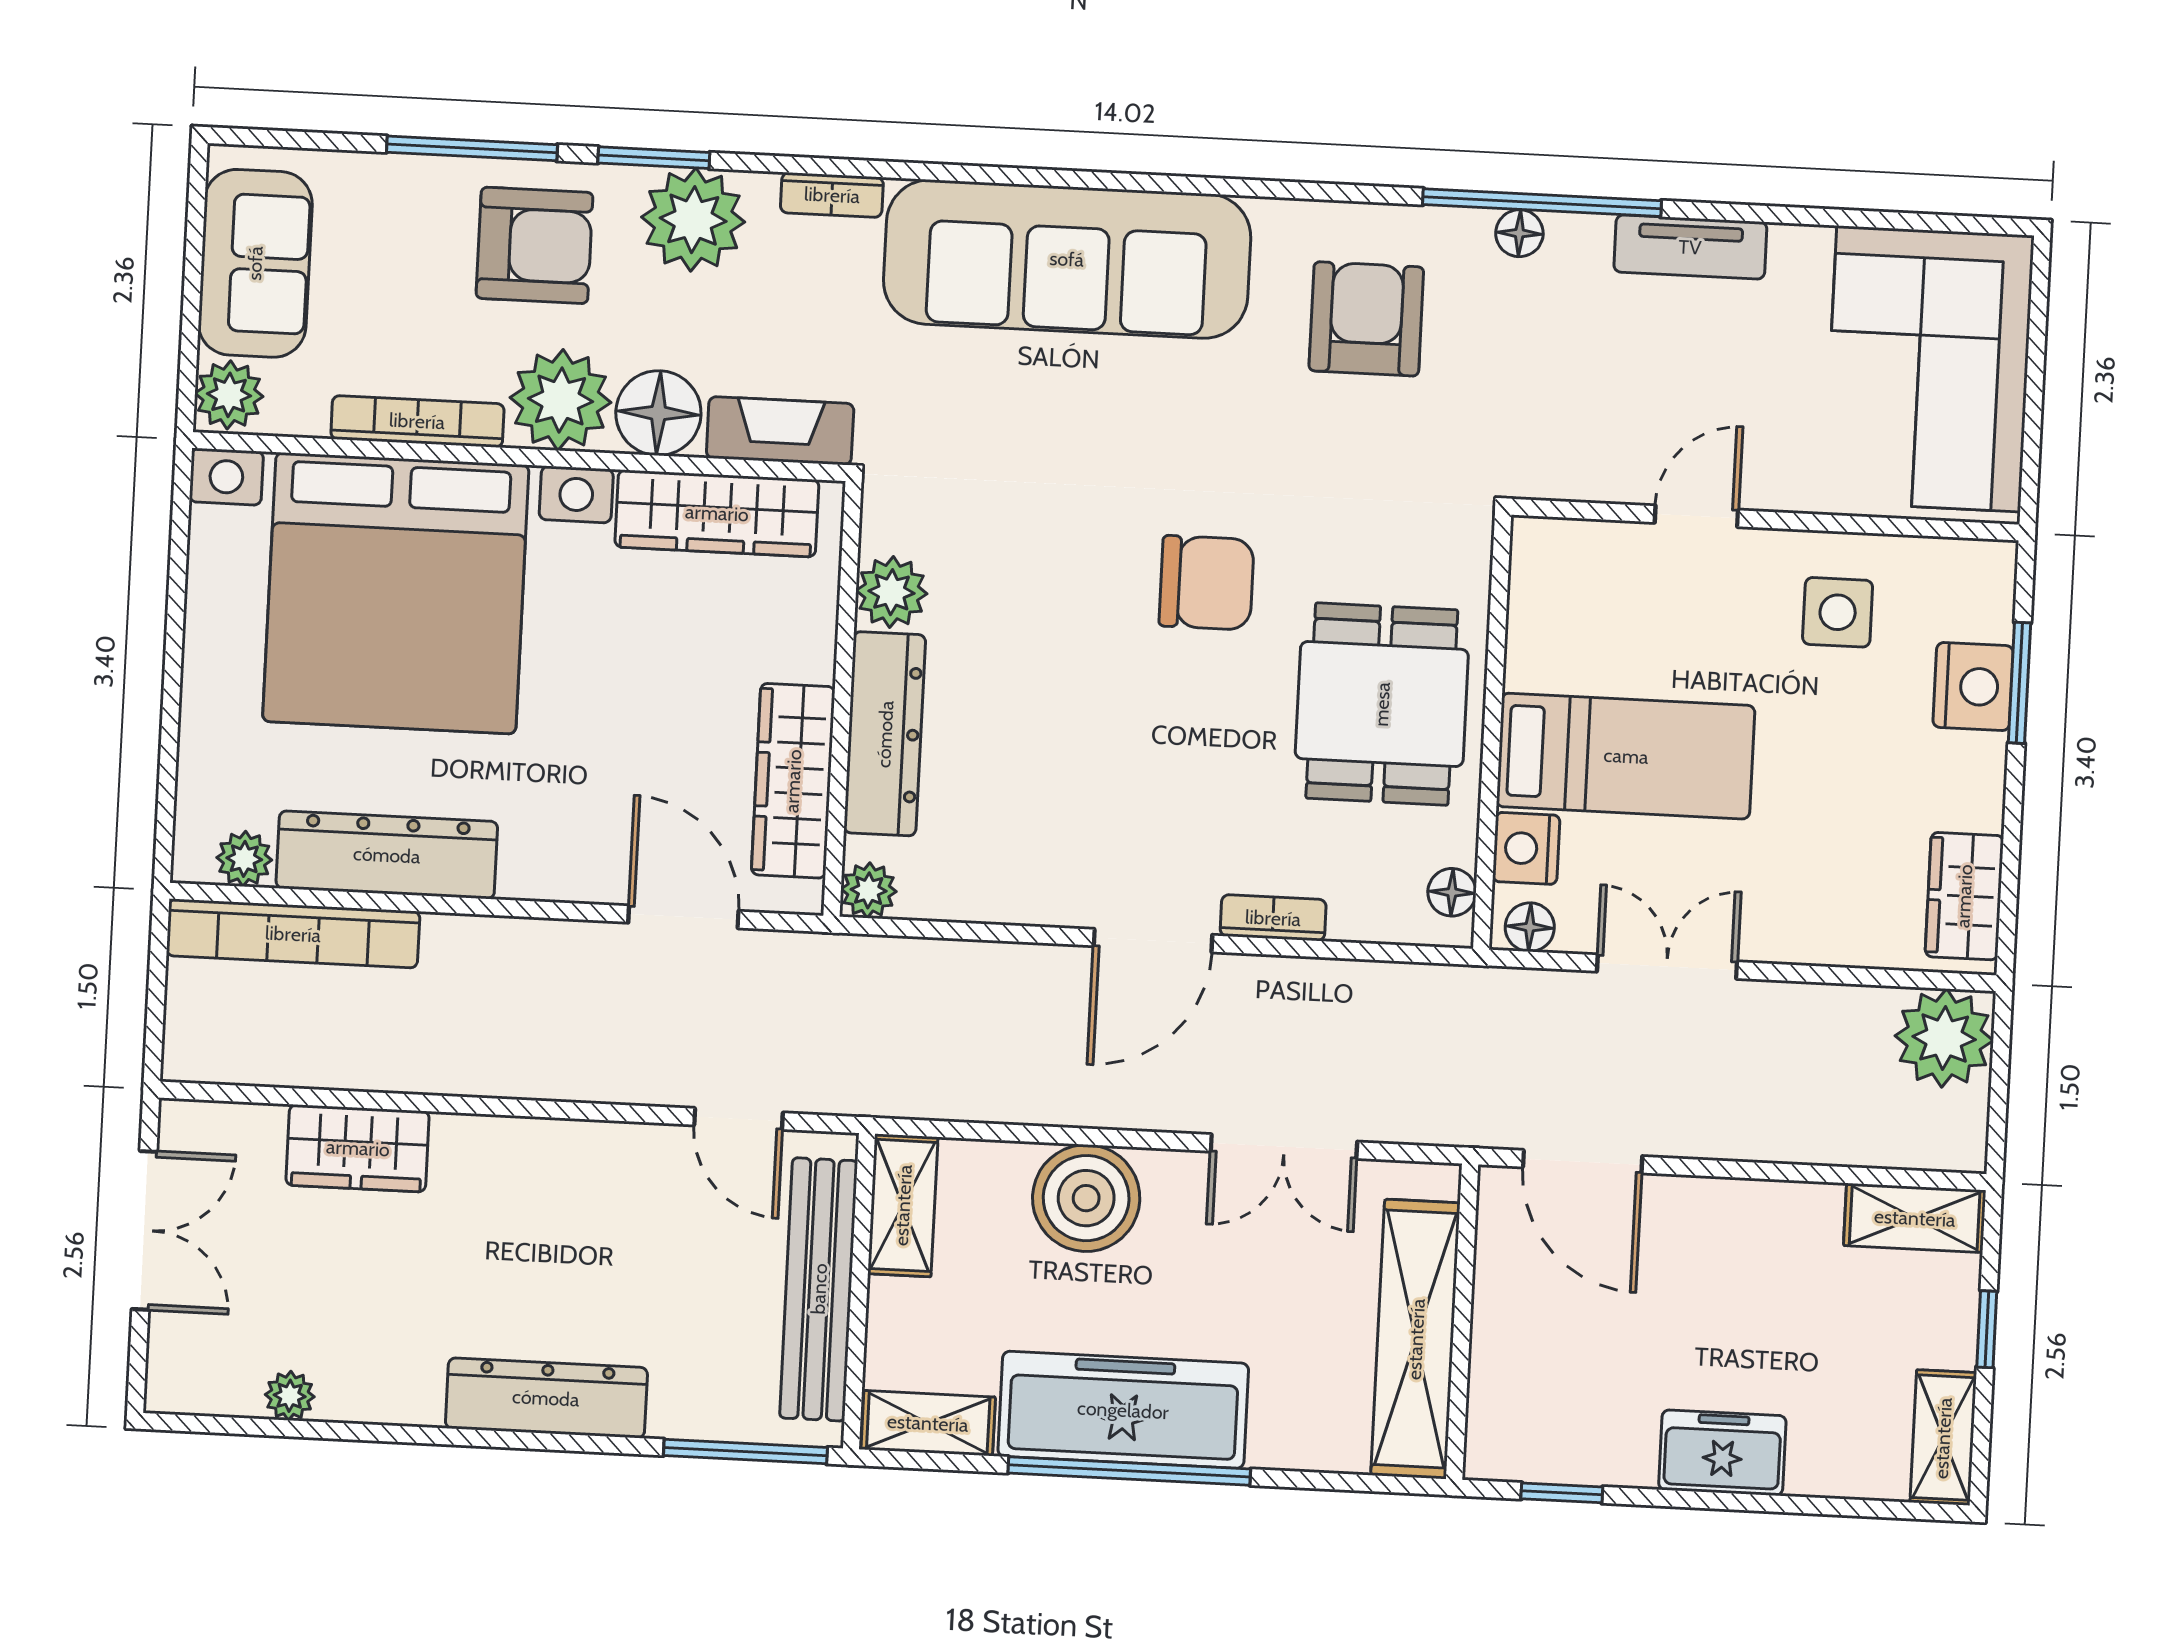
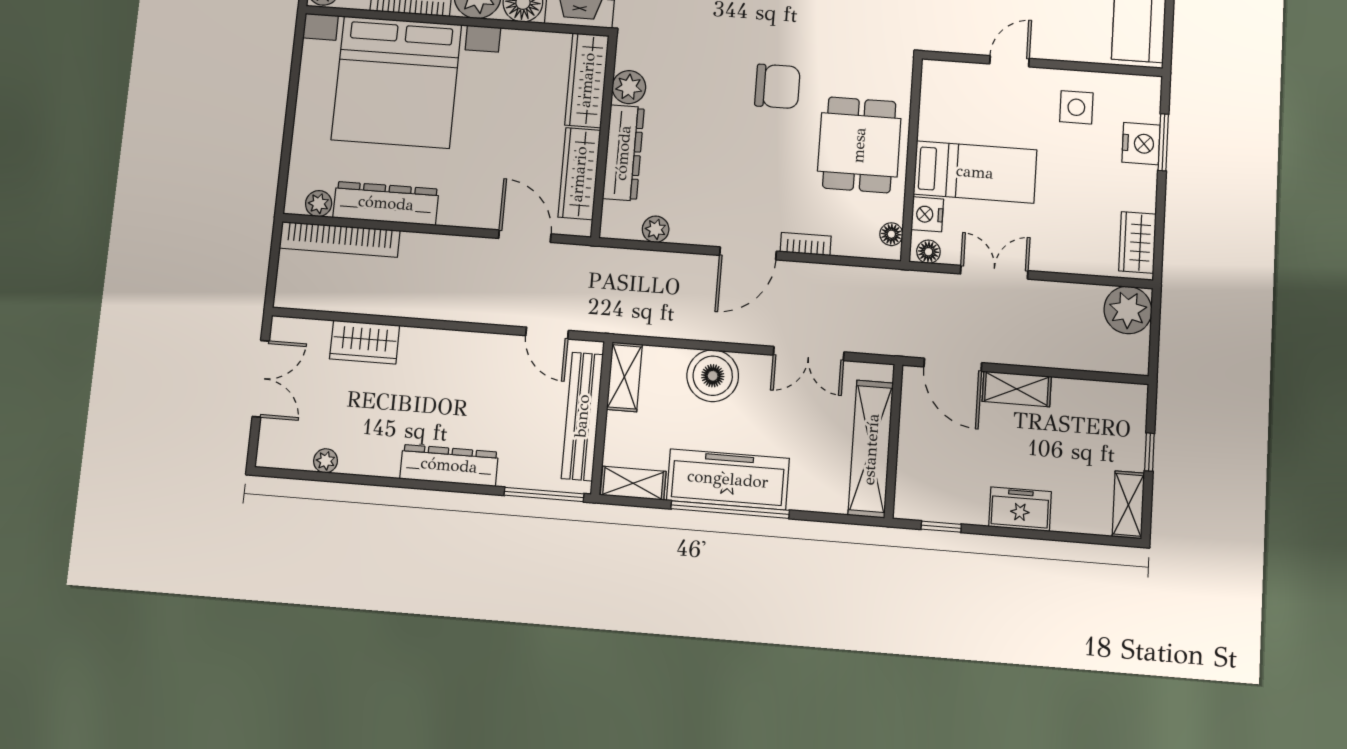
wardrobe: (717, 513) -> (587, 80), moved, turned 90
plant: (869, 890) -> (656, 229), moved
shelving: (1915, 1218) -> (1017, 389), moved

